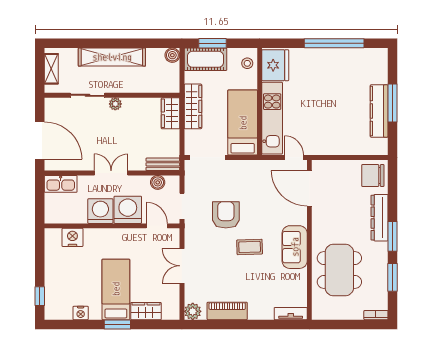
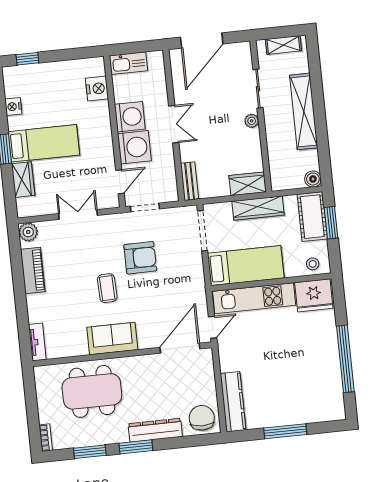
kitchen counter: (379, 111) -> (233, 402), moved, turned 90
boiler: (158, 182) -> (169, 178), removed
kitchen sink: (61, 184) -> (128, 63), moved, turned -90

